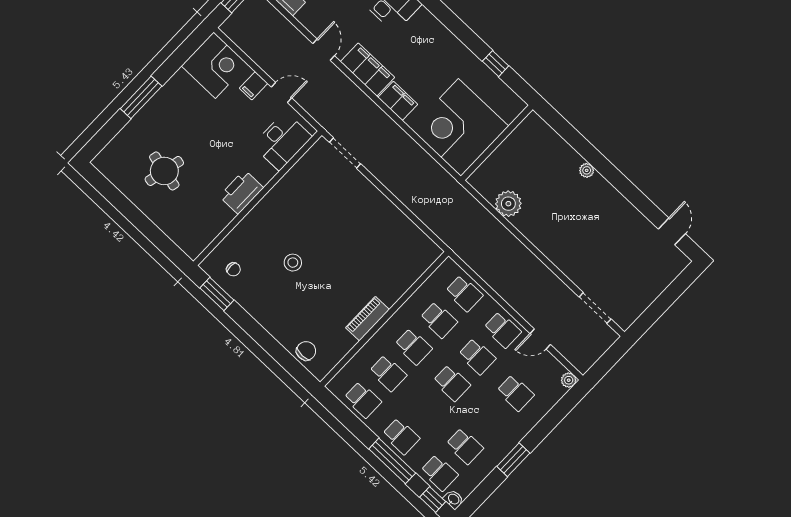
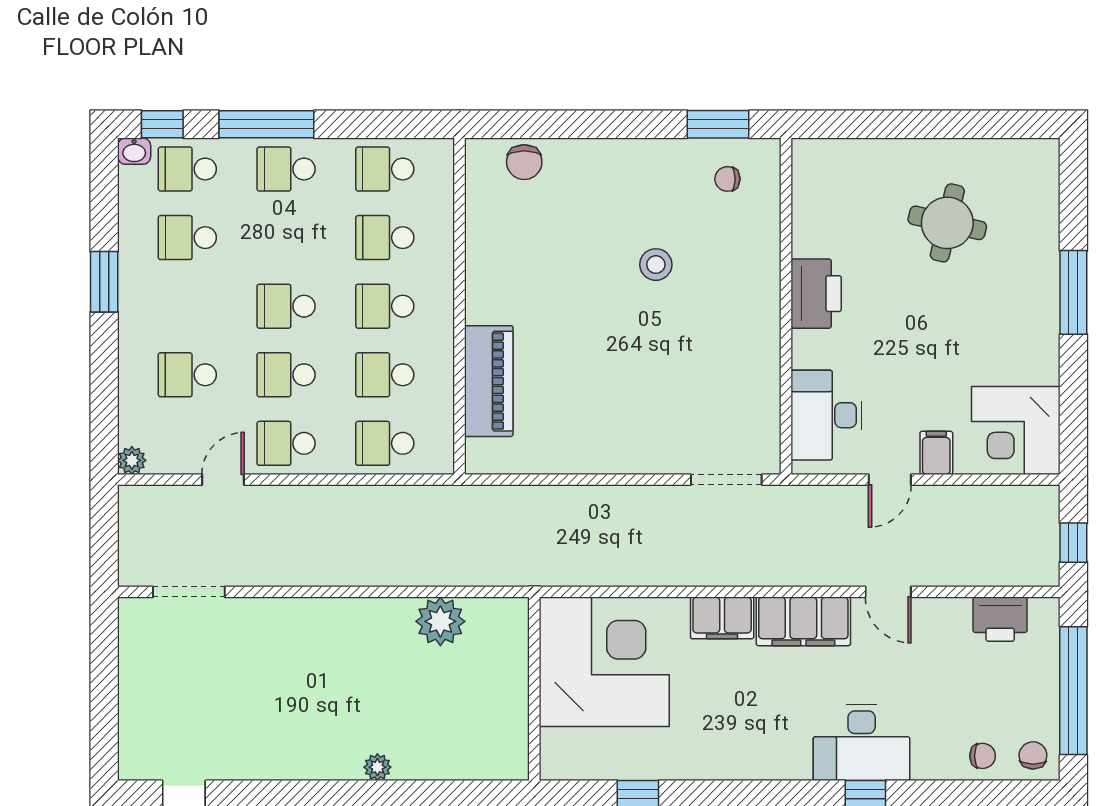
piano: (367, 319) -> (489, 381), moved, width x1.37, depth x1.33

